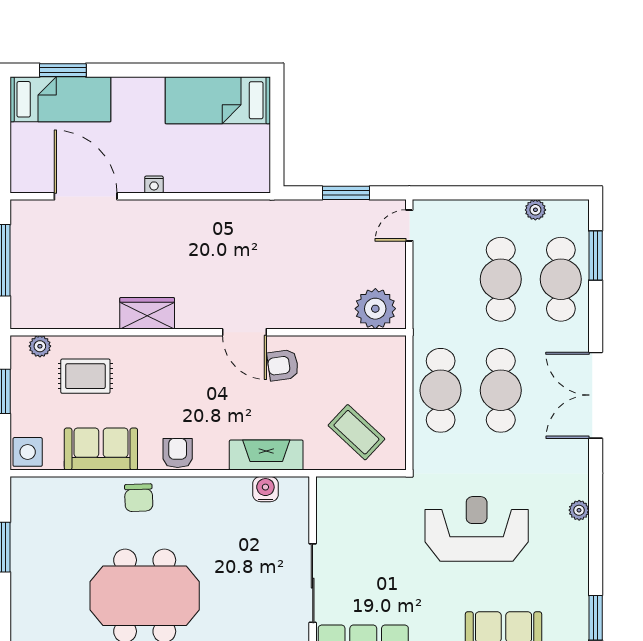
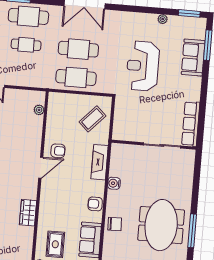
cafe table: (501, 279) -> (26, 45), width x0.73, depth x0.74
plant: (375, 309) -> (39, 110), width x0.53, depth x0.53
armchair: (283, 365) -> (58, 151), turned -82
water cooler: (265, 489) -> (114, 183), moved
plant: (579, 510) -> (163, 19), moved

